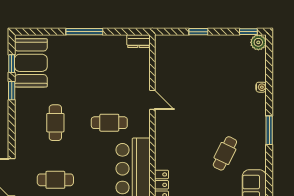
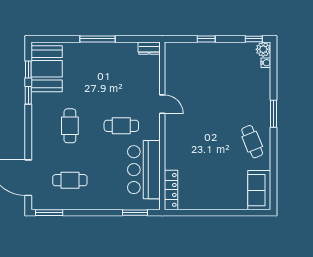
water cooler: (261, 87) -> (266, 63), moved
window: (269, 130) -> (274, 114), moved
cafe table: (225, 153) -> (252, 142), moved, turned -48

